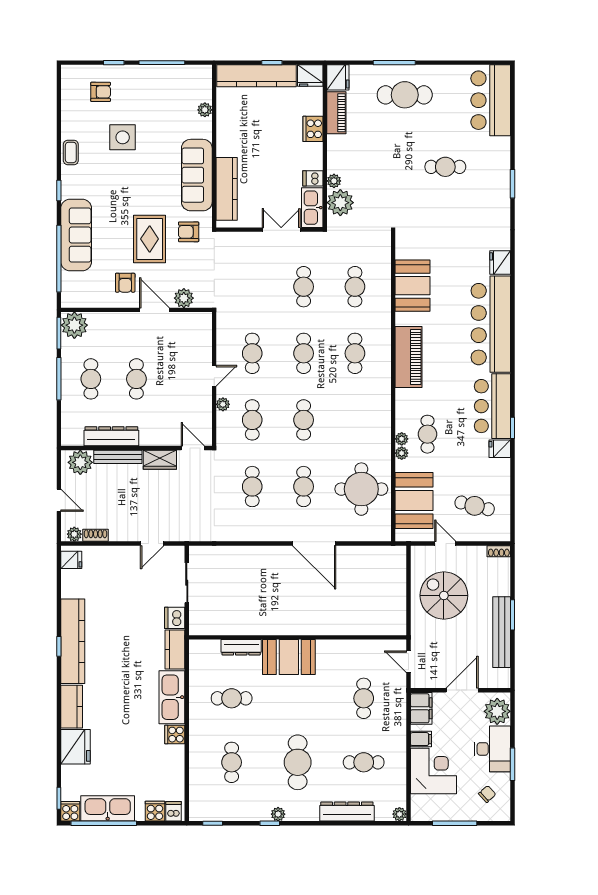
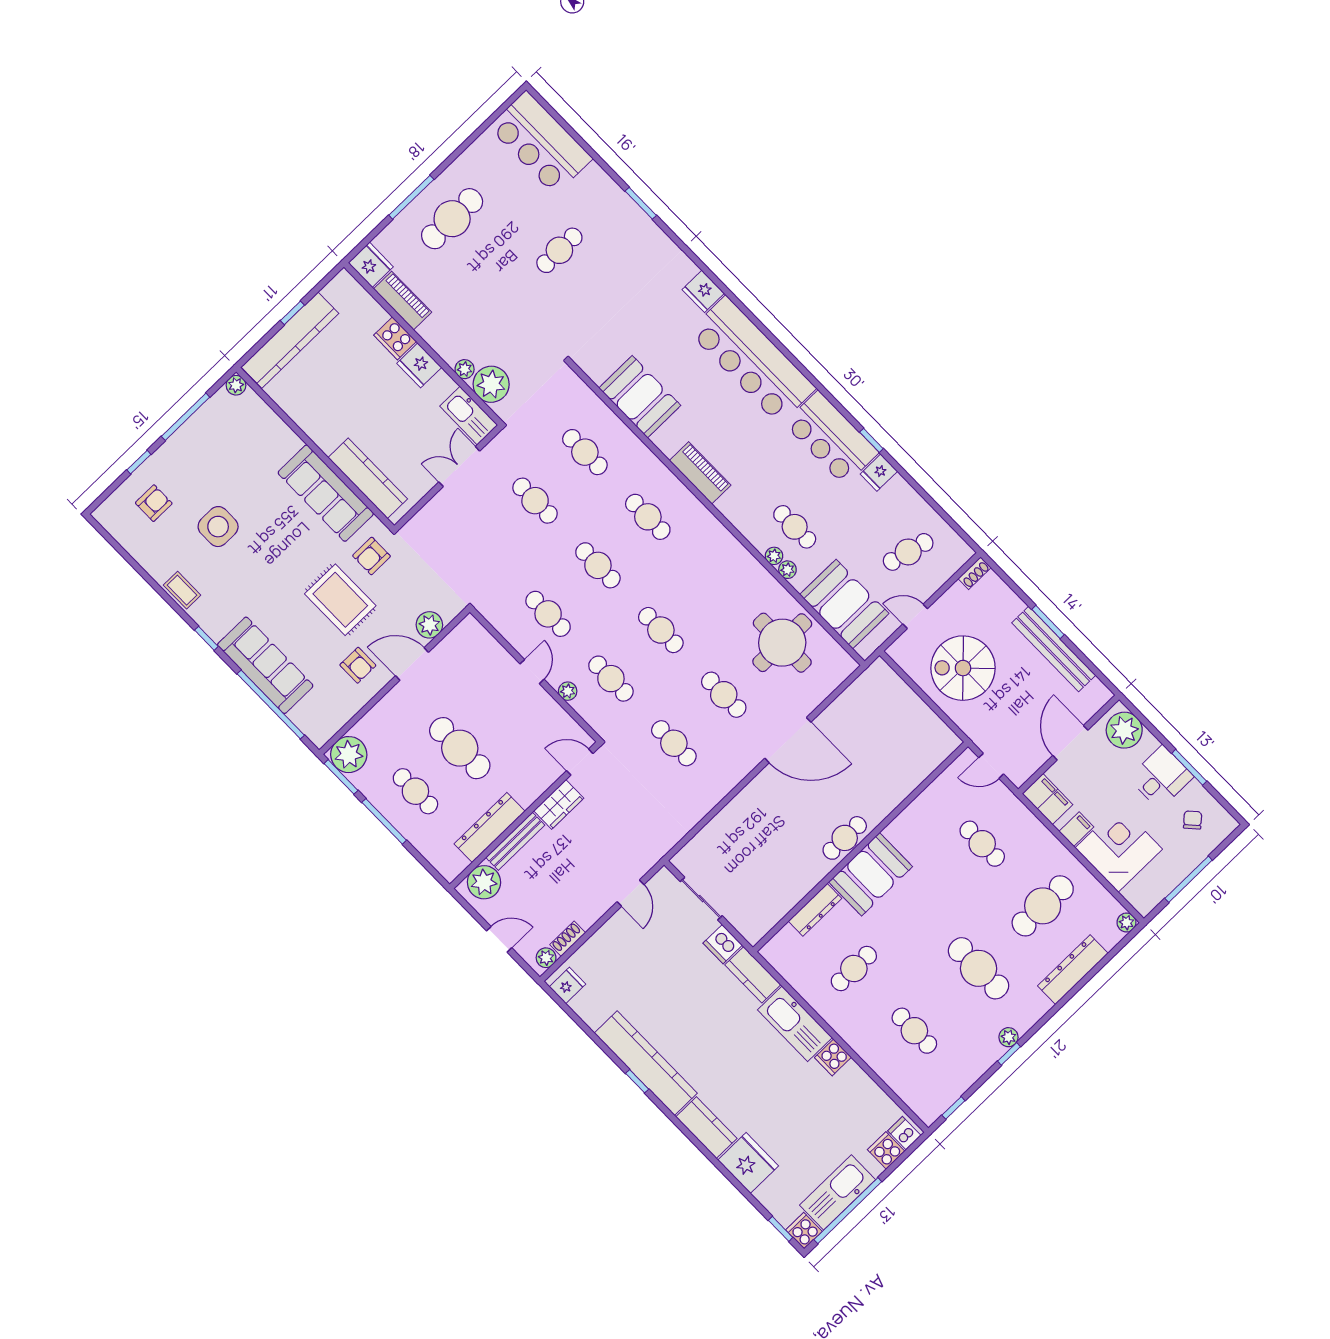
fridge: (310, 76) -> (419, 365), moved, turned 90
plant: (205, 110) -> (236, 385), moved
dishwasher: (313, 178) -> (442, 387), removed
piano: (409, 357) -> (700, 473), width x0.73, depth x0.75
cafe table: (136, 379) -> (460, 748), width x1.37, depth x1.35
cafe table: (294, 624) -> (845, 838), added
desk: (492, 749) -> (1161, 777), width x0.73
cafe table: (364, 762) -> (1043, 906), width x1.37, depth x1.35

